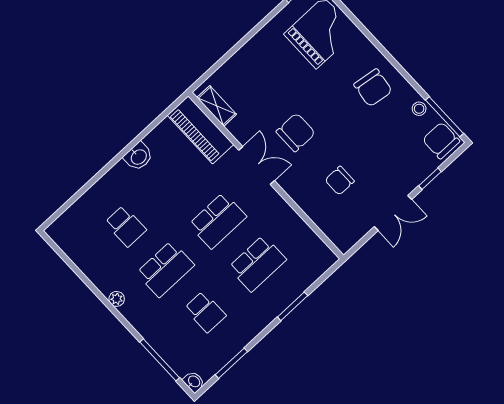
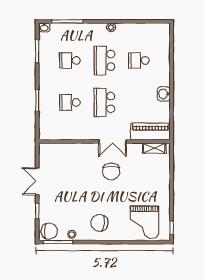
chair: (340, 181) -> (73, 171), removed
school desk: (257, 263) -> (70, 102), width x0.54

